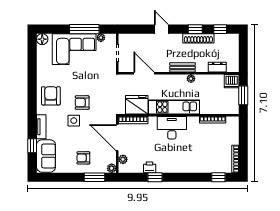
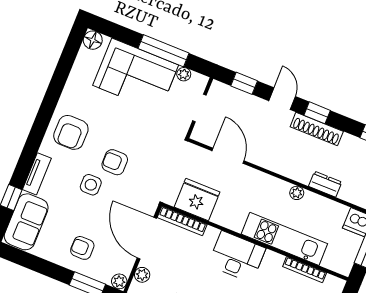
window: (137, 29) -> (244, 83), added
window: (195, 29) -> (317, 113), moved
shoe rack: (198, 38) -> (317, 129), moved
bench: (183, 67) -> (291, 171), removed
dresser: (217, 67) -> (325, 184), moved
armchair: (51, 96) -> (71, 132), turned 180
kitchen unit: (174, 107) -> (284, 239), moved

